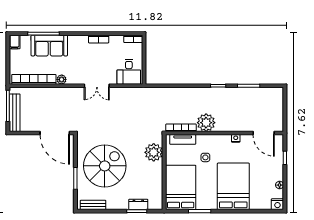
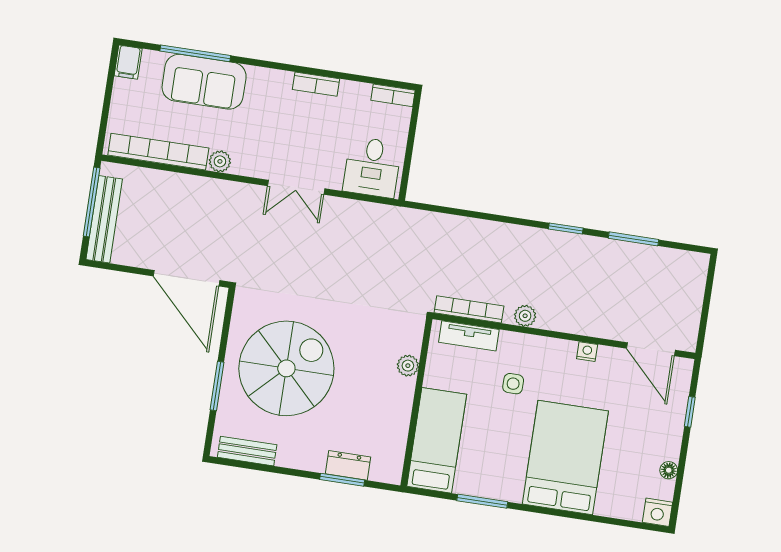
plant: (206, 123) -> (525, 316), width x0.53, depth x0.53
plant: (154, 152) -> (408, 366), width x0.53, depth x0.53
bed: (181, 187) -> (437, 440), width x0.67

